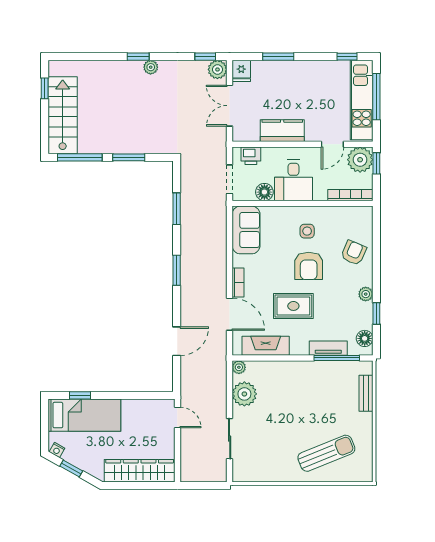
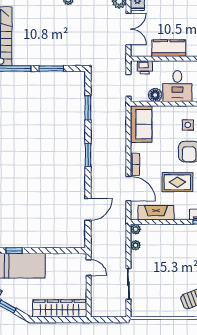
double door: (230, 106) -> (128, 29), swing flipped
plant: (244, 394) -> (135, 245), width x0.53, depth x0.53

